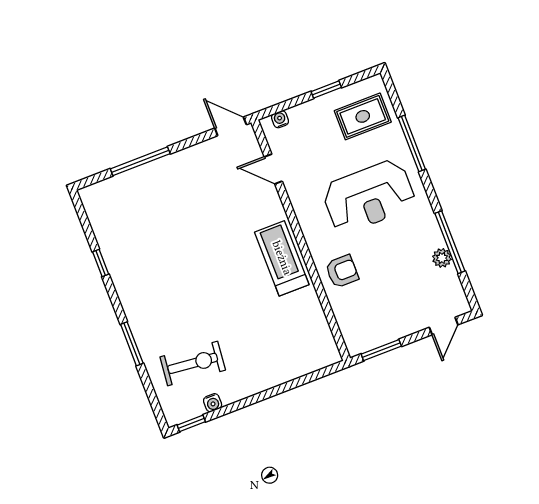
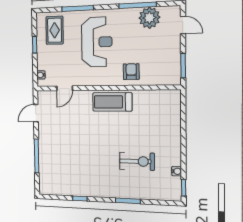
door: (231, 126) -> (36, 113), moved
plant: (442, 258) -> (149, 18), width x1.88, depth x1.88
exercise bike: (193, 363) -> (137, 161), moved, turned 84

